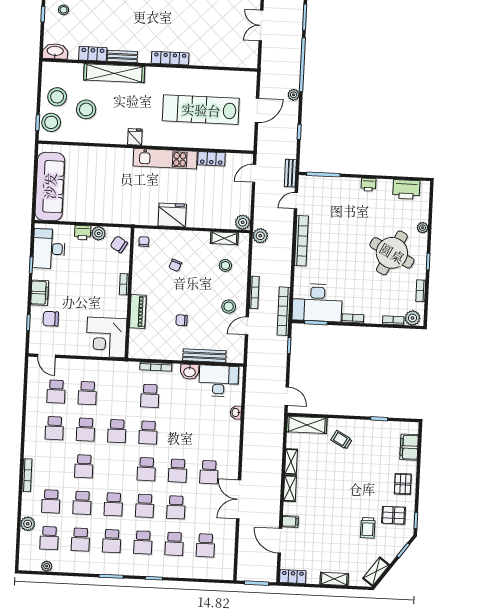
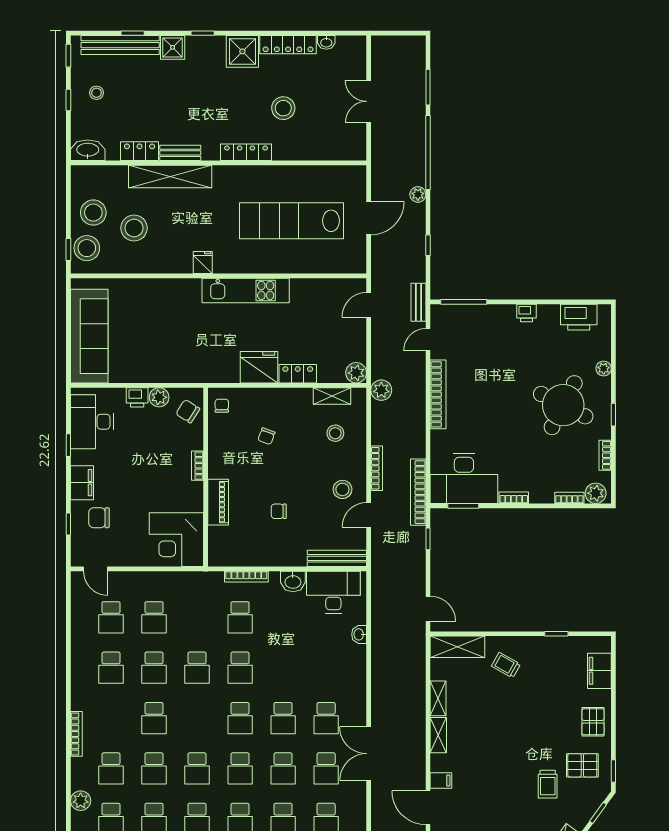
stool: (199, 27) -> (283, 108), added
locker: (211, 159) -> (298, 374), moved, turned 180
bench: (204, 356) -> (337, 558), moved
school desk: (207, 509) -> (326, 768), added

